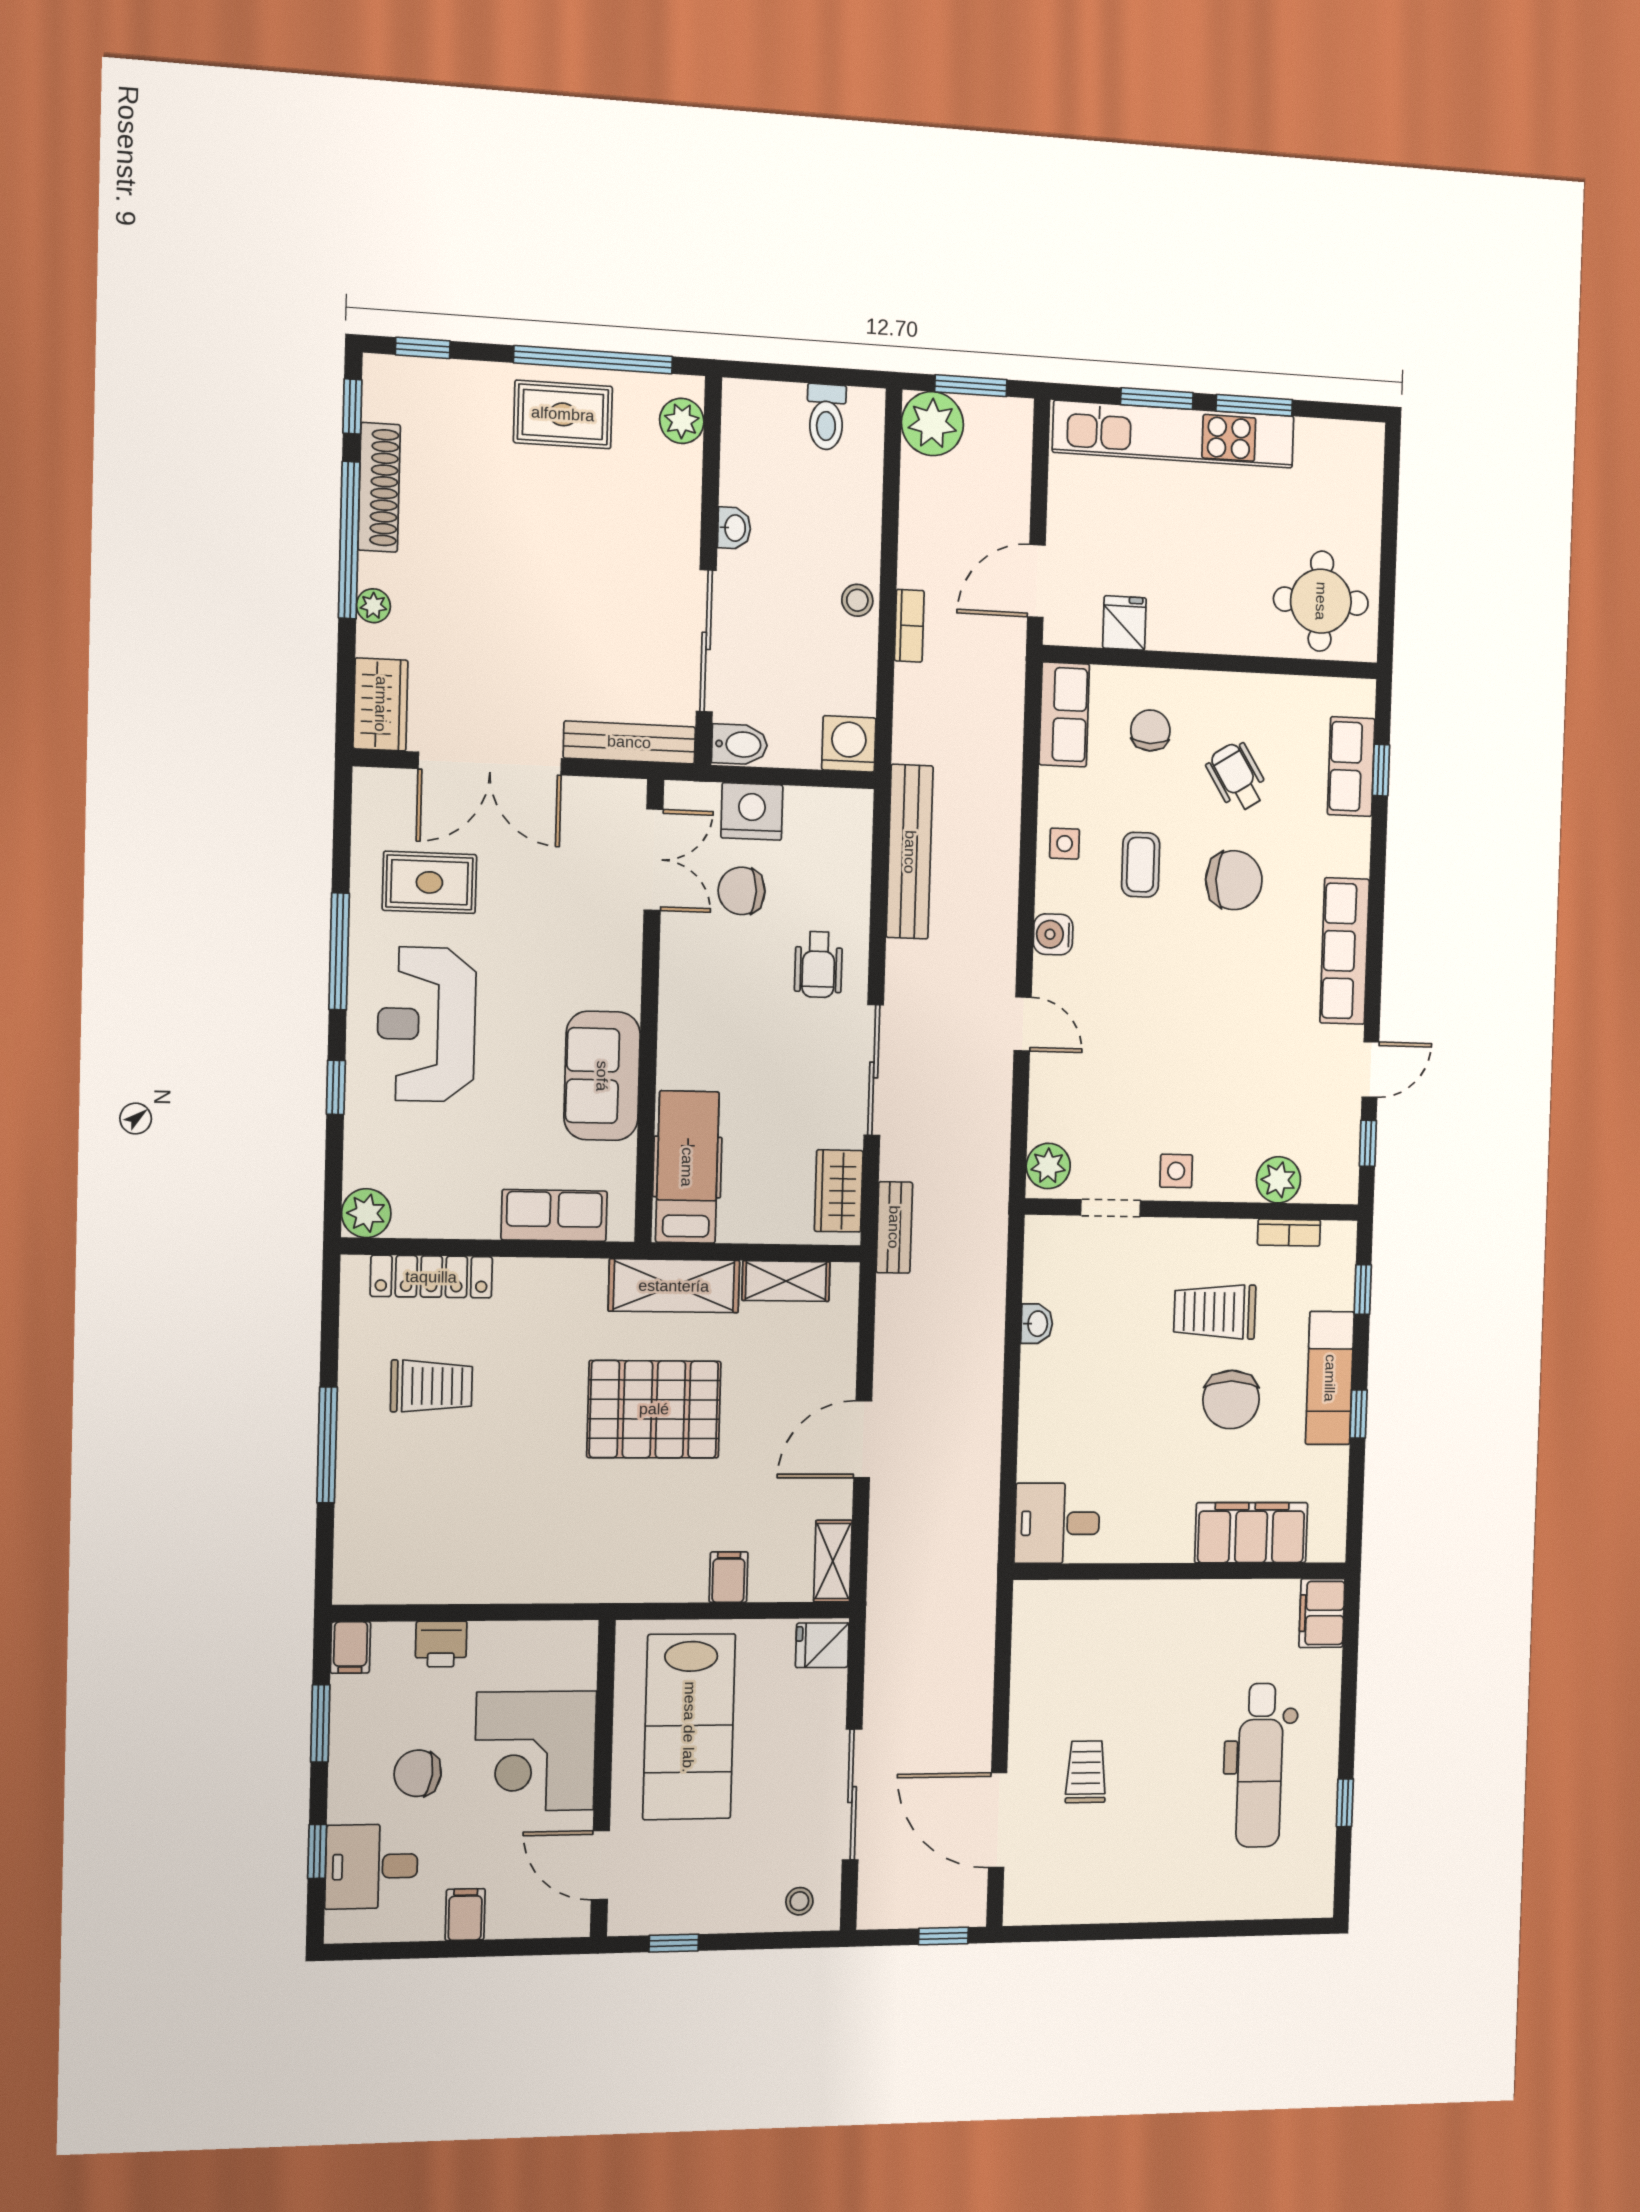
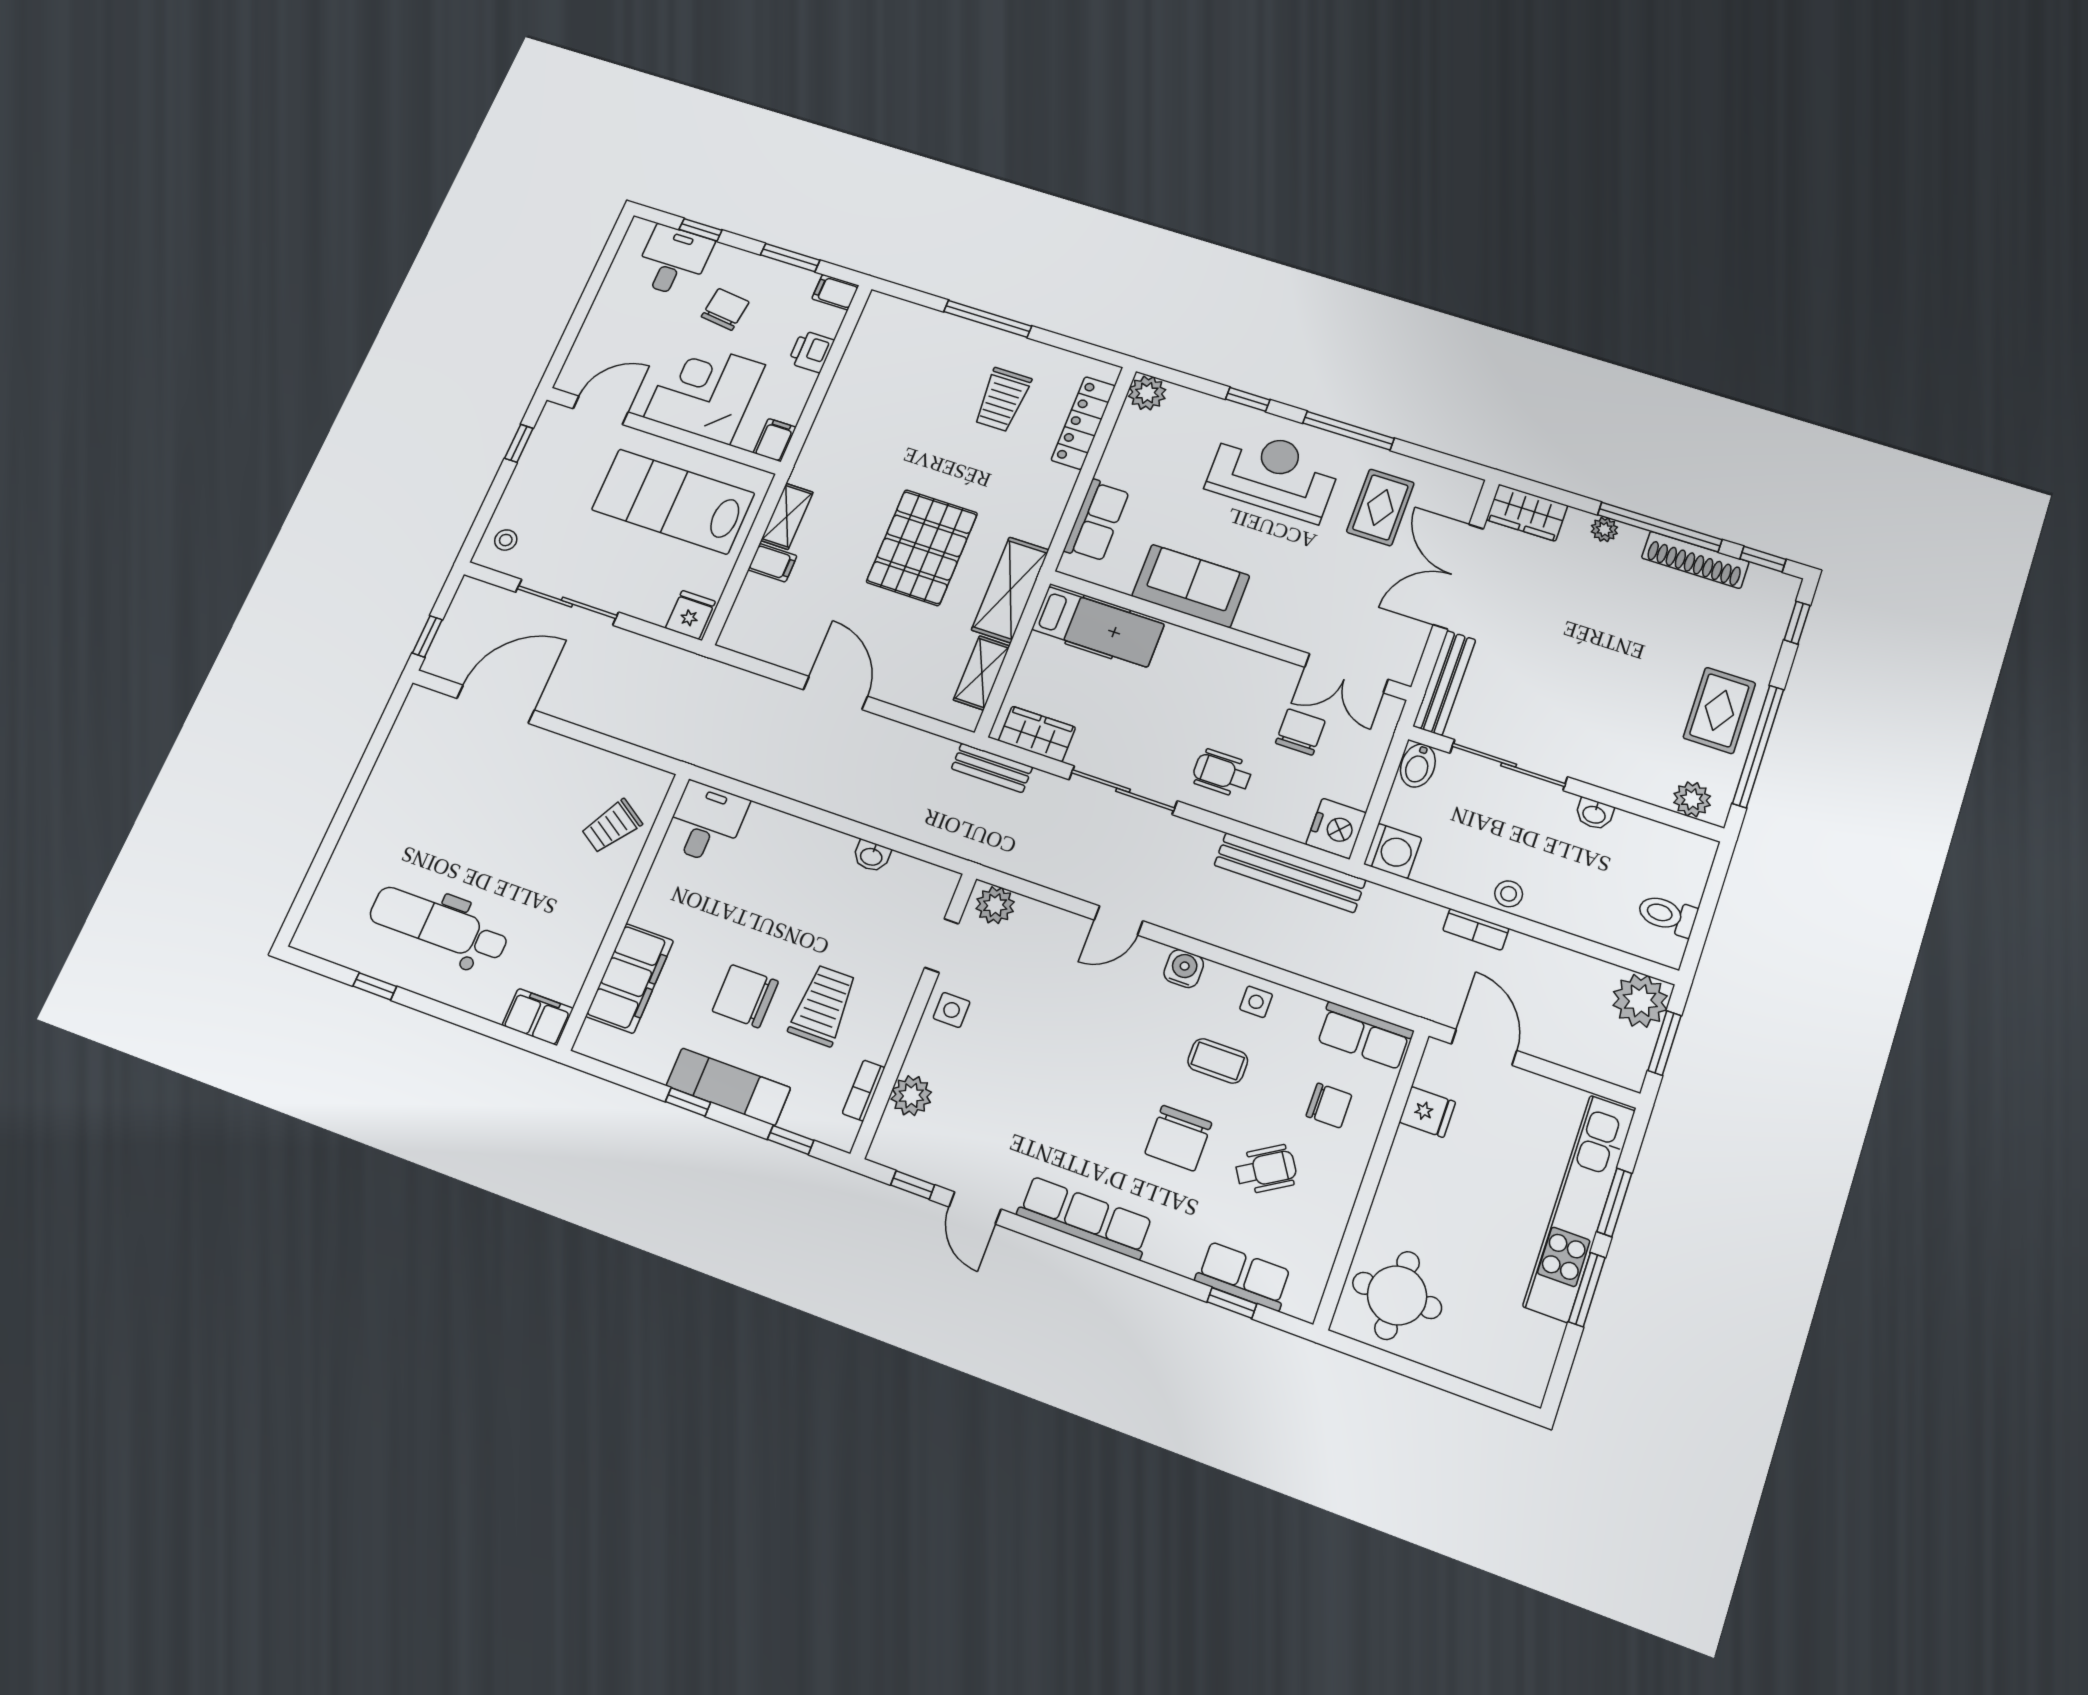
nightstand: (752, 811) -> (1336, 829), moved
shelving: (833, 1561) -> (787, 516), moved, turned 90
trolley: (1086, 1772) -> (612, 826), moved, turned 123
filing cabinet: (465, 1915) -> (775, 440), moved, turned -90

